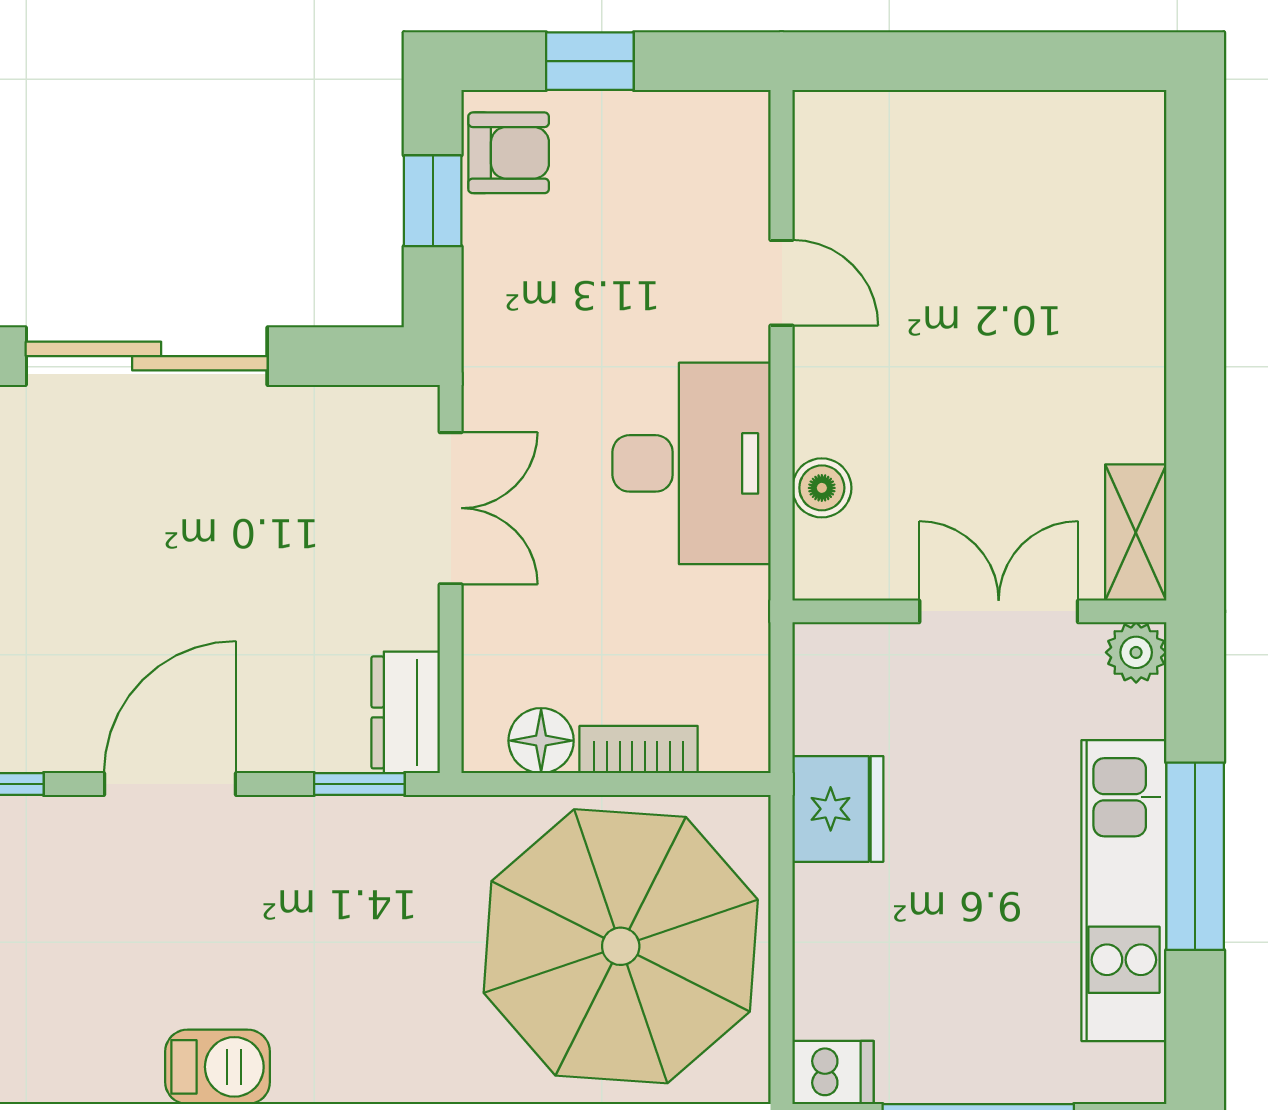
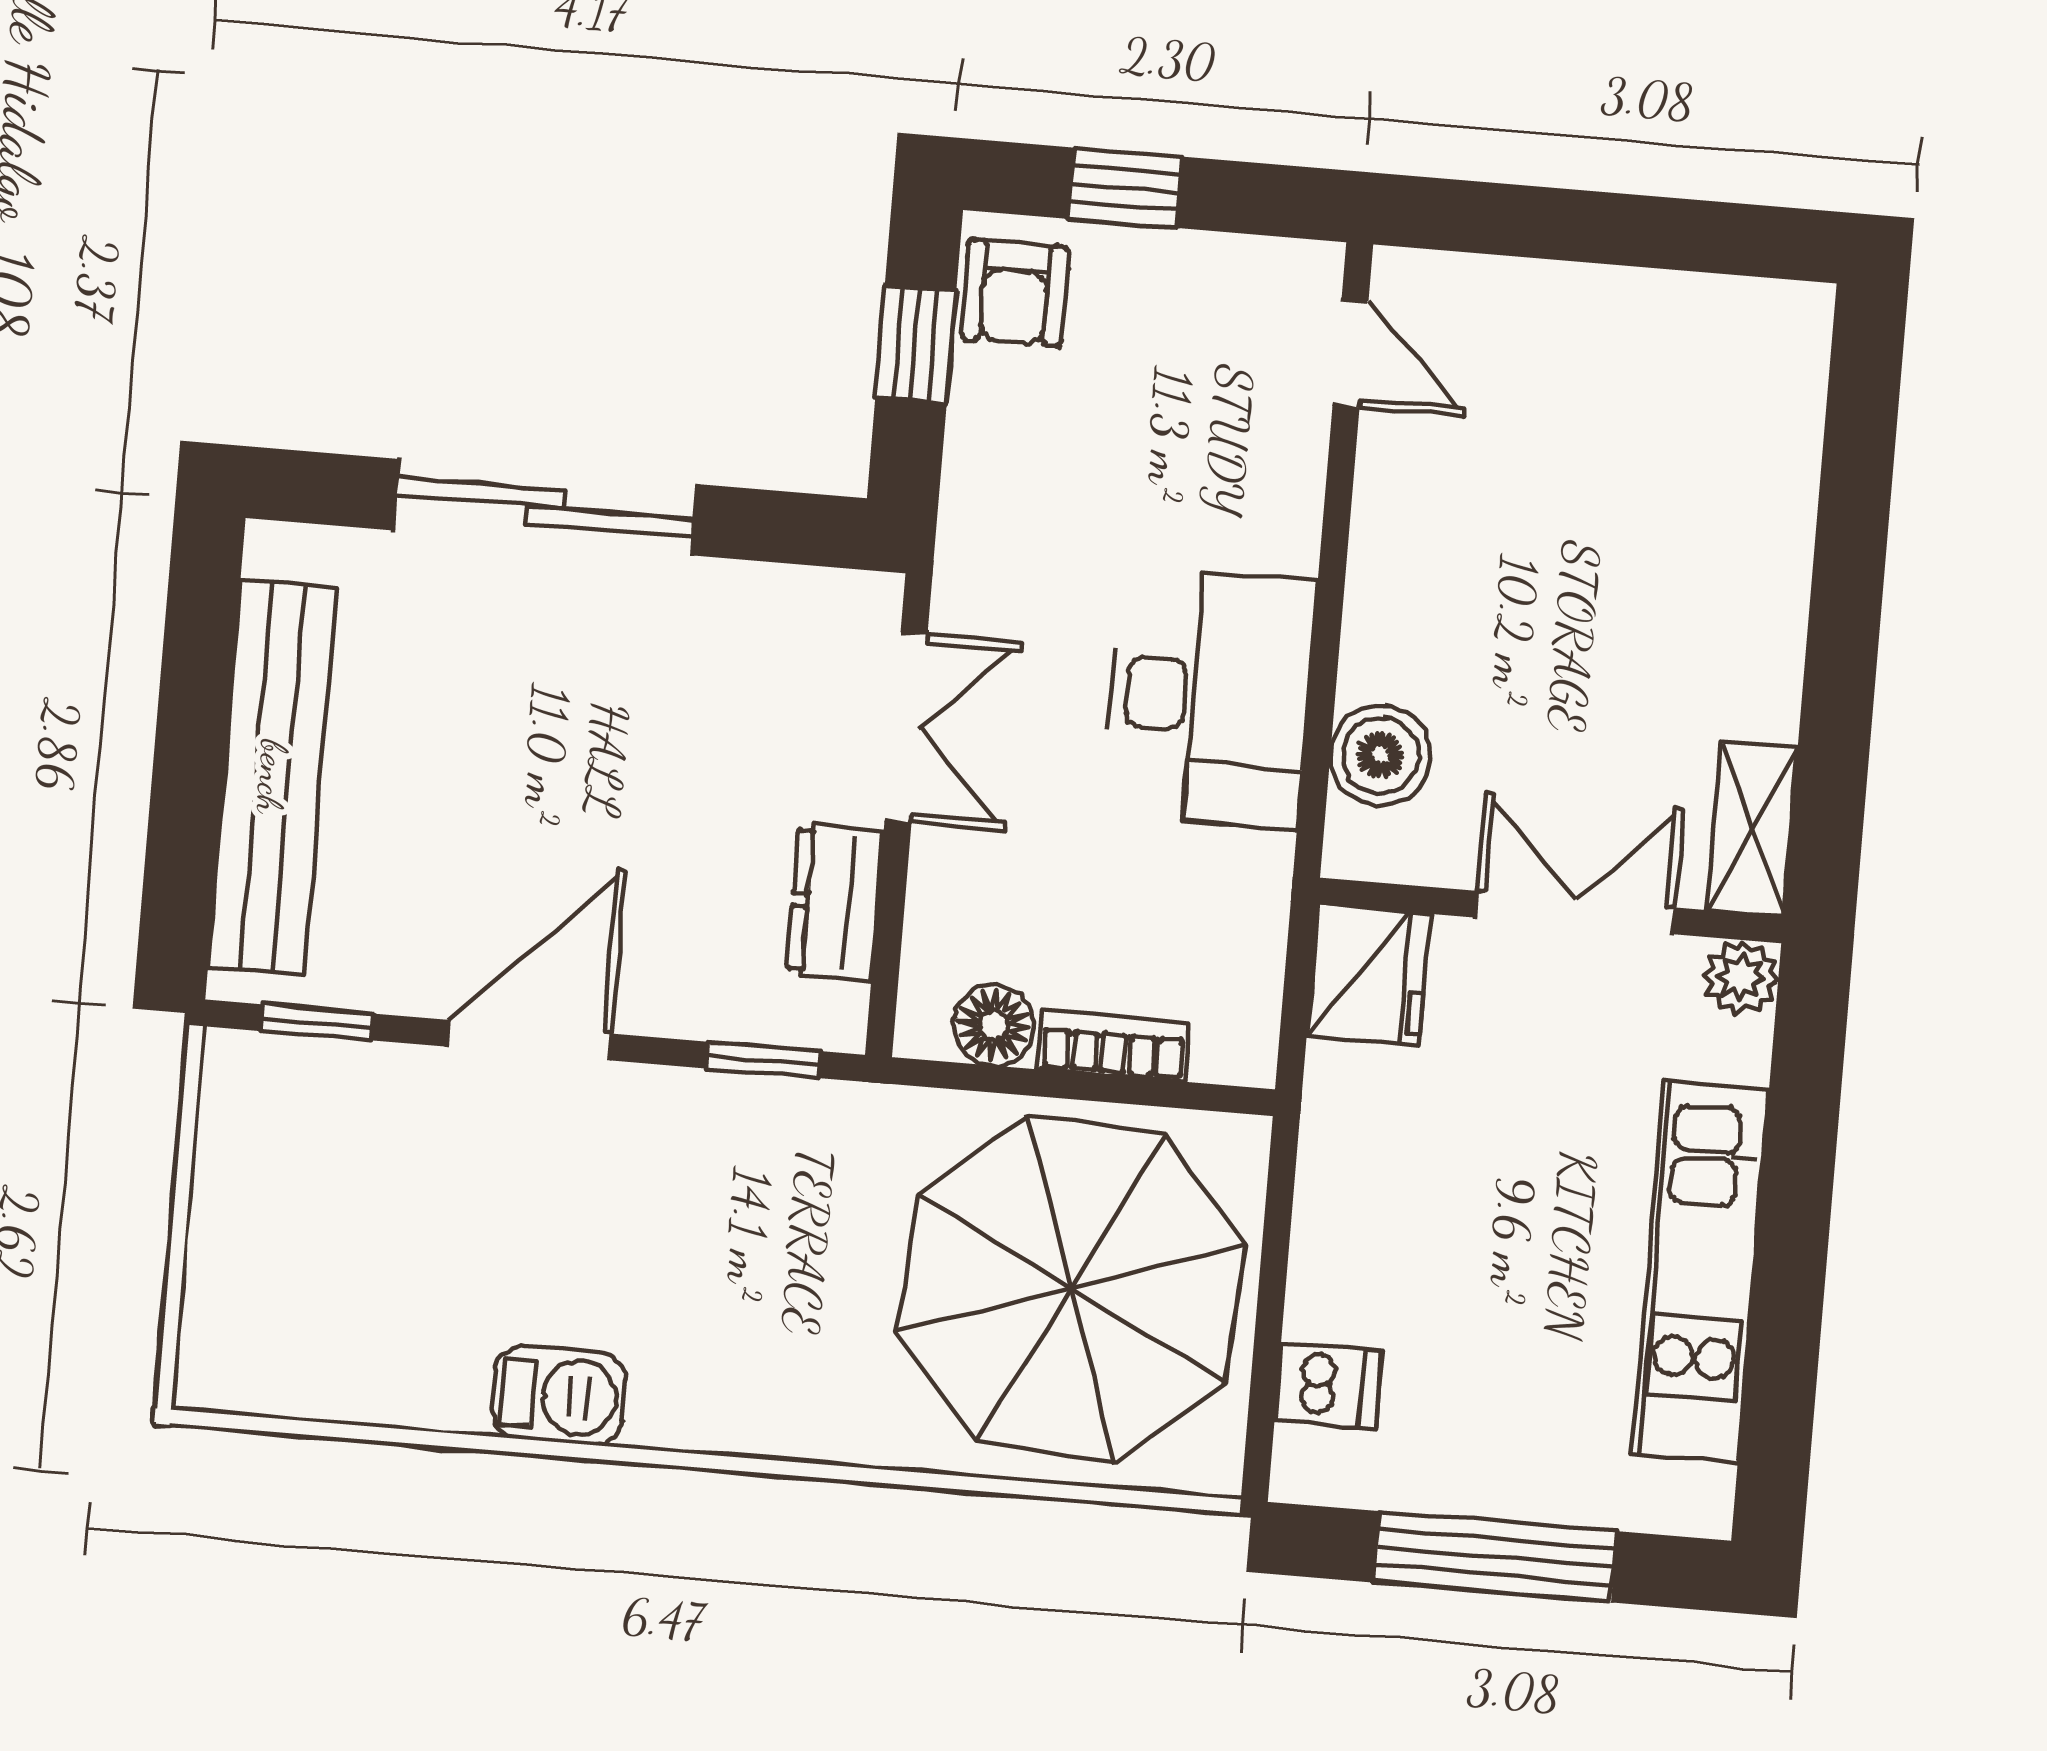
armchair: (509, 153) -> (1015, 293), turned 90
door: (782, 283) -> (1351, 353), moved
boiler: (822, 488) -> (1381, 755), width x1.36, depth x1.36
dresser: (406, 712) -> (835, 902), moved
fridge: (838, 809) -> (1369, 975), moved
window: (1195, 856) -> (1793, 1236), removed
dishwasher: (833, 1072) -> (1328, 1385), moved

